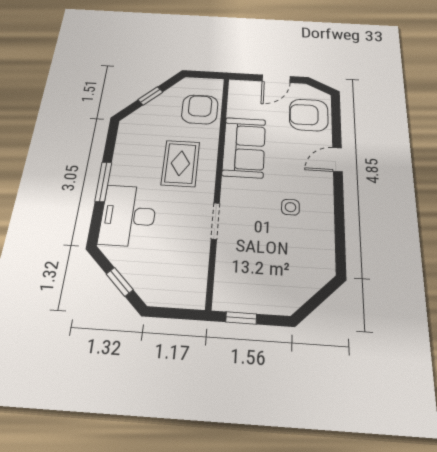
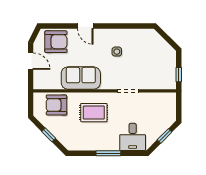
armchair: (309, 115) -> (56, 42), turned -90
desk: (128, 216) -> (133, 137), width x0.73

